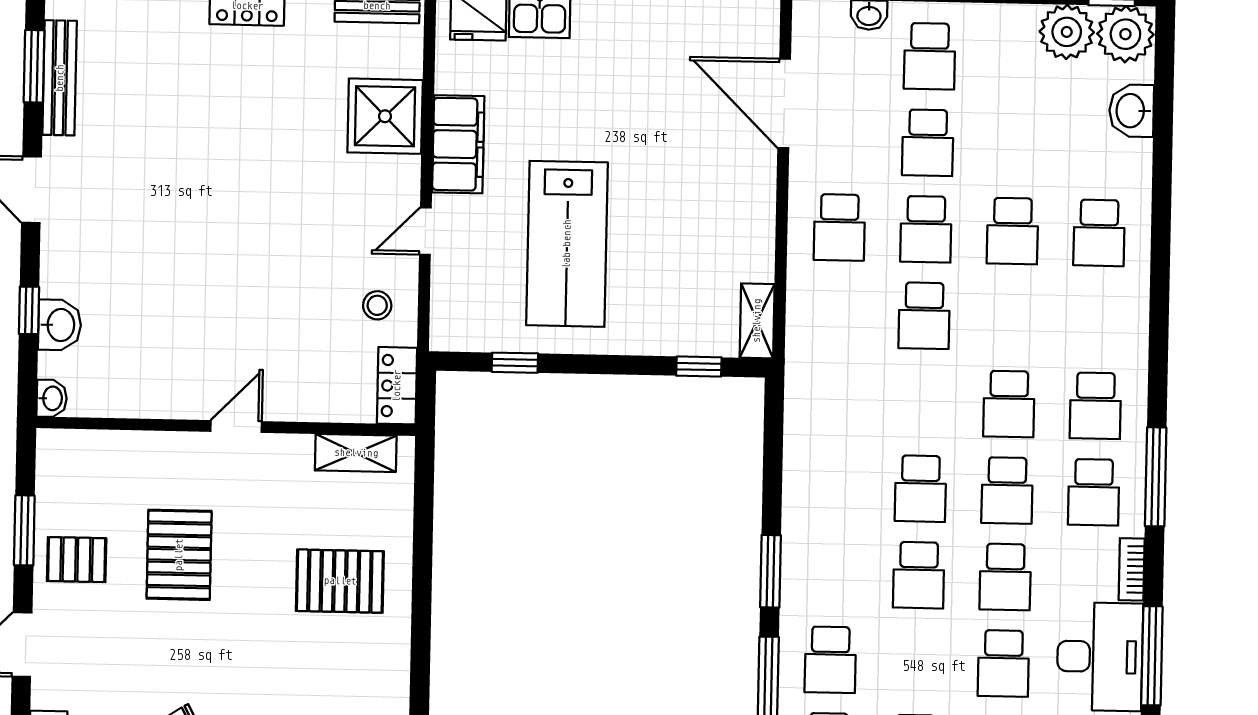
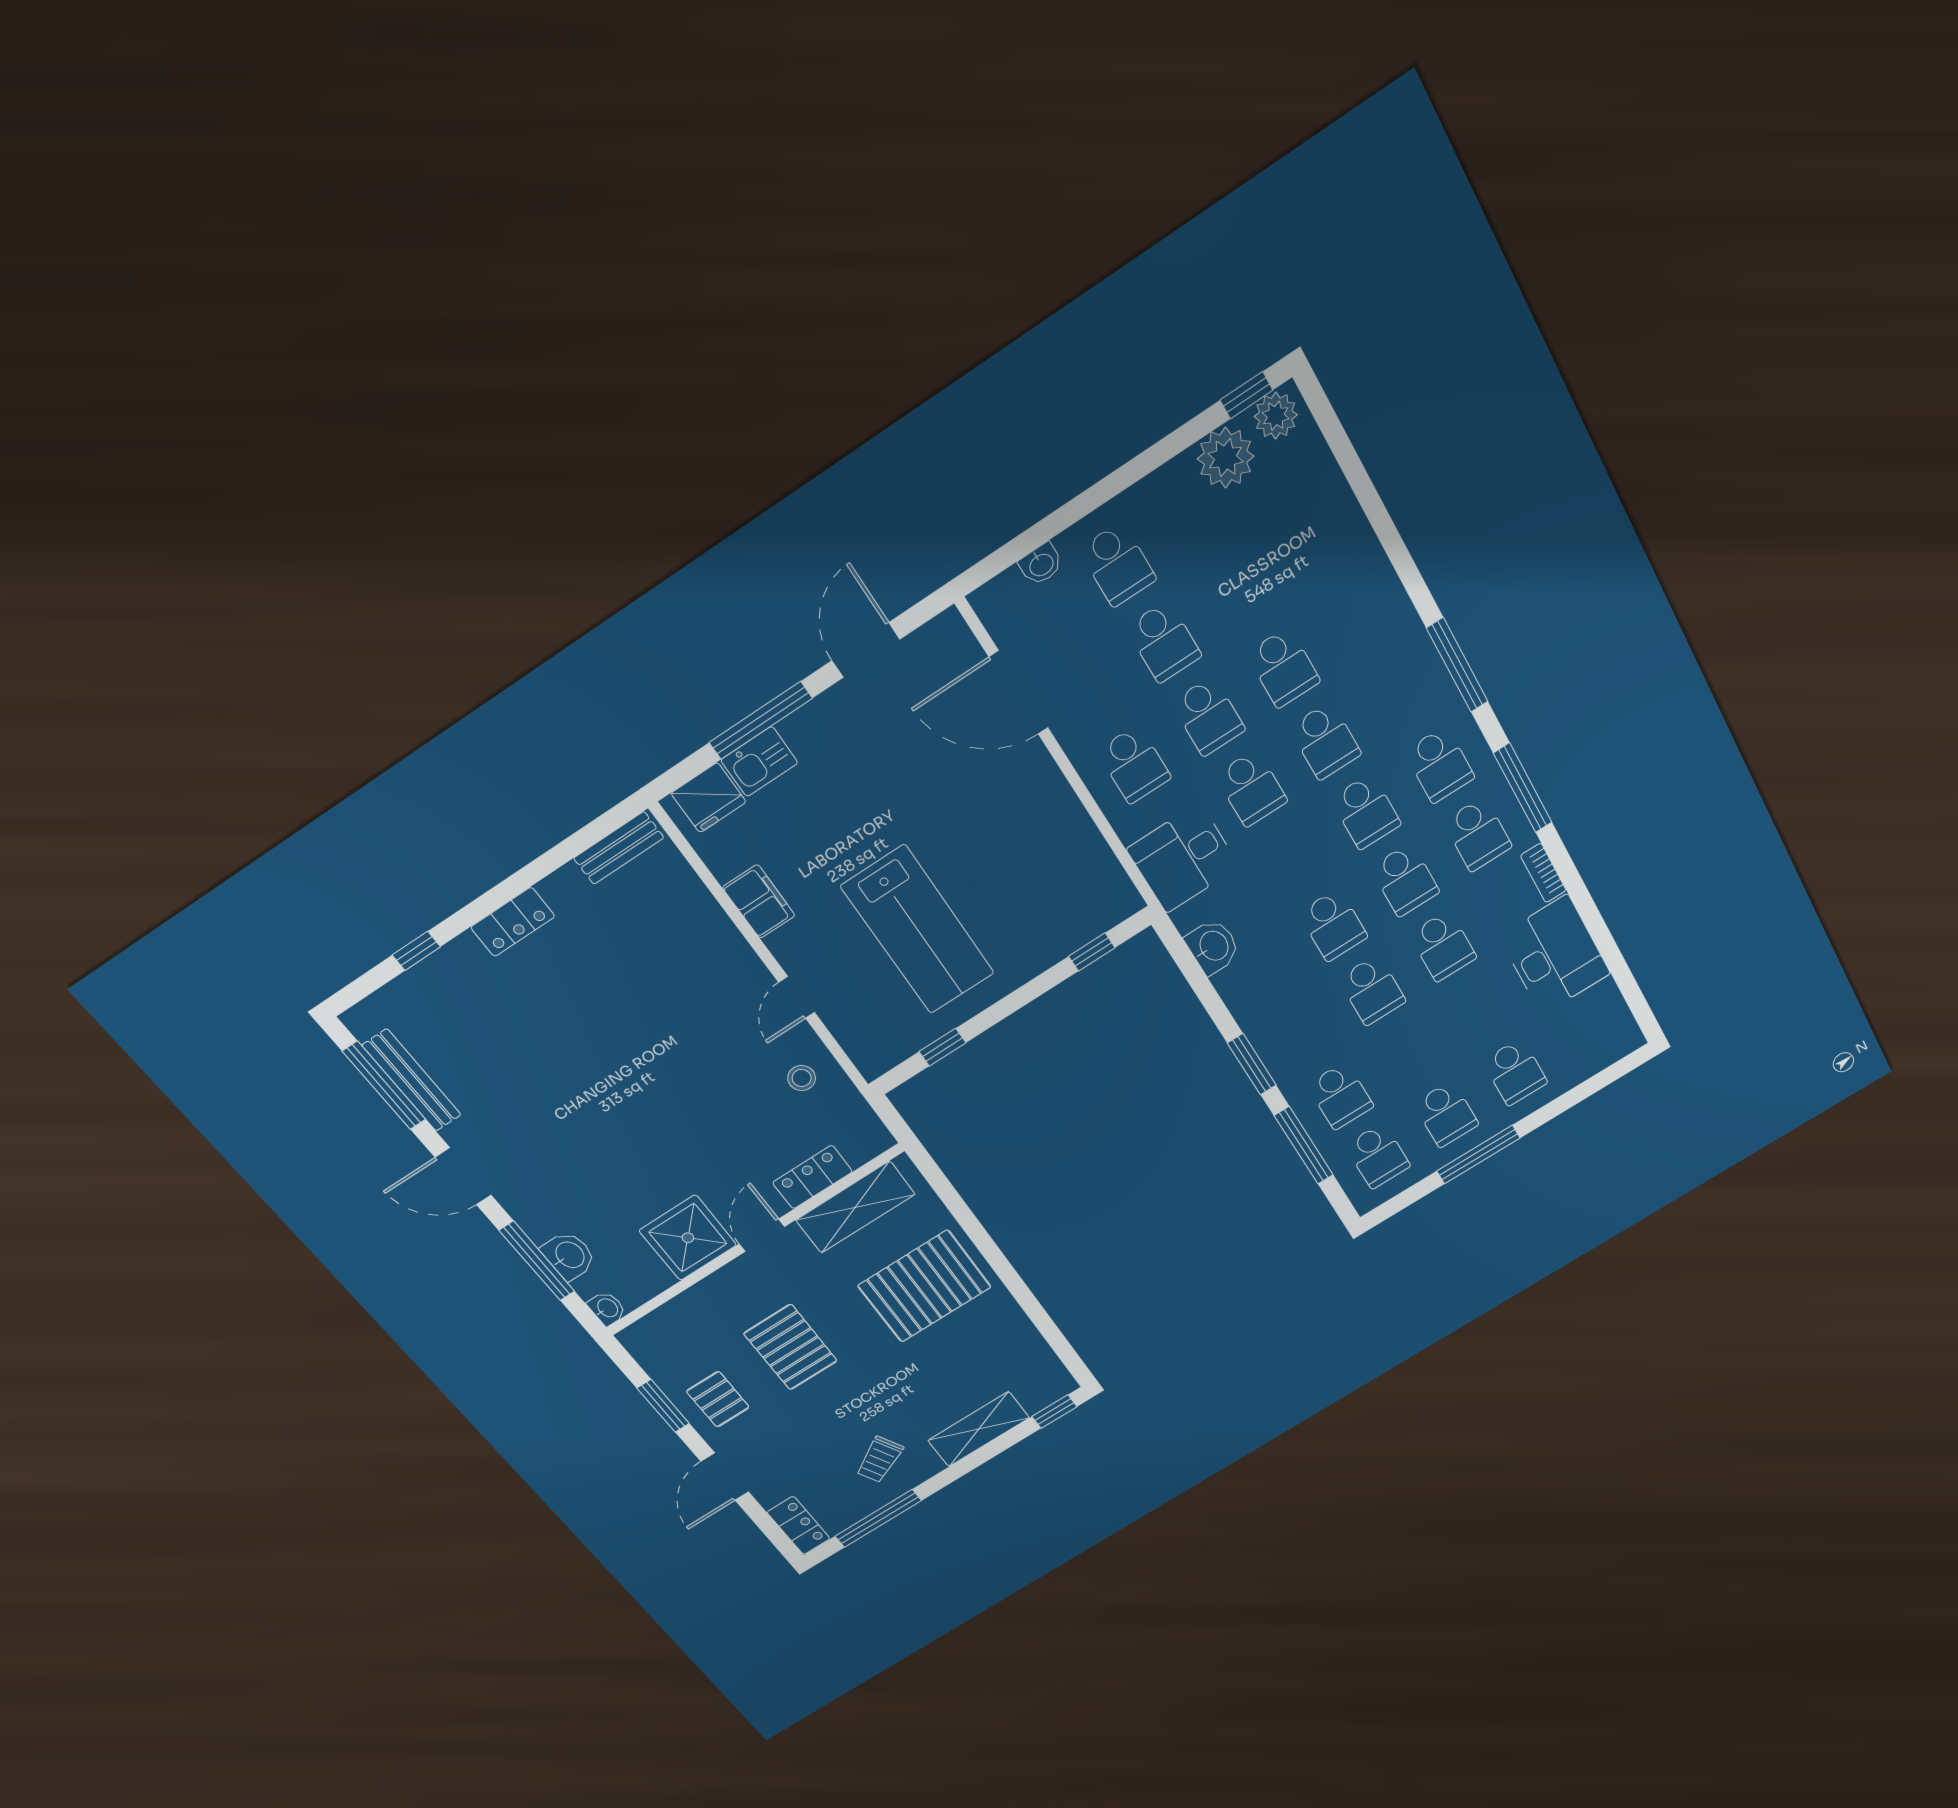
plant: (1125, 34) -> (1276, 416), width x0.73, depth x0.73
window: (34, 66) -> (384, 1085), width x1.44
washbasin: (1132, 111) -> (1213, 946), moved, turned 180
shower: (385, 116) -> (688, 1238), moved
filing cabinet: (458, 144) -> (759, 902), width x0.67, depth x0.86
school desk: (1099, 233) -> (1325, 741), moved
window: (29, 310) -> (537, 1261), width x2.17
shelving: (757, 321) -> (1115, 885), removed
desk: (829, 337) -> (1183, 858), added
locker: (397, 386) -> (813, 1177), moved, turned 90
shelving: (356, 453) -> (855, 1207), width x1.50, depth x1.33
pallet: (77, 560) -> (718, 1399), turned 90
pallet: (340, 581) -> (925, 1286), width x1.37, depth x1.41
window: (1152, 656) -> (1457, 665), moved
school desk: (1003, 663) -> (1480, 1010), removed

